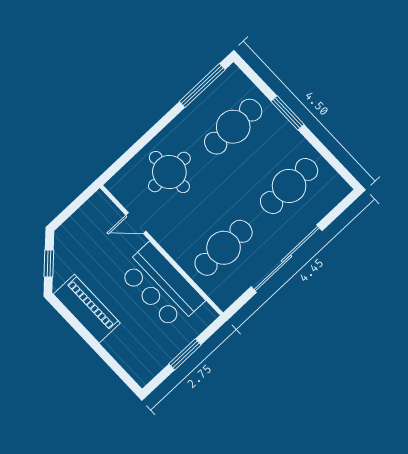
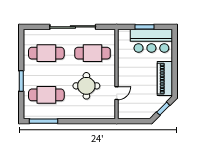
round table: (169, 172) -> (86, 86), moved
door: (136, 223) -> (117, 93), hinge flipped
bar counter: (161, 286) -> (151, 41), moved, turned 90

